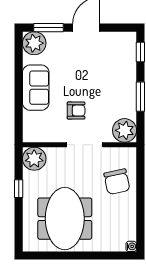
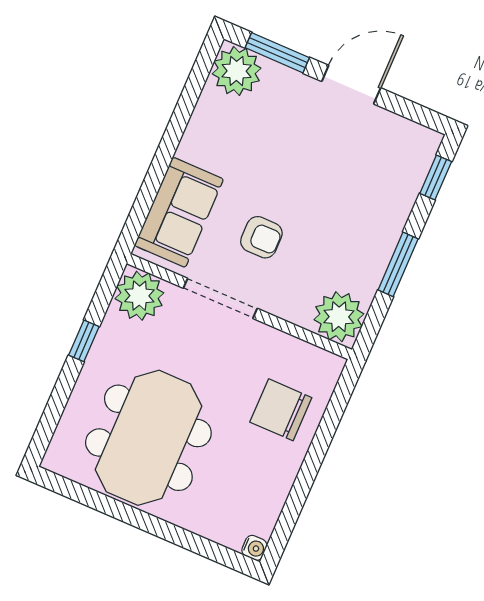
sofa: (36, 88) -> (179, 212), moved
doorway: (85, 145) -> (220, 298), moved
chair: (117, 182) -> (281, 410), turned 102

